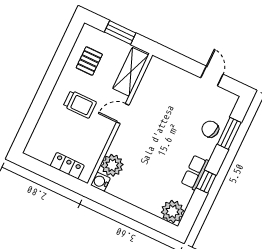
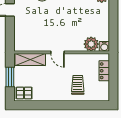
pallet: (89, 61) -> (24, 93), moved
trolley: (80, 104) -> (78, 85), moved

